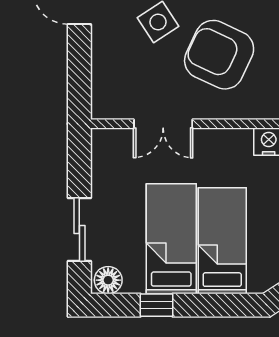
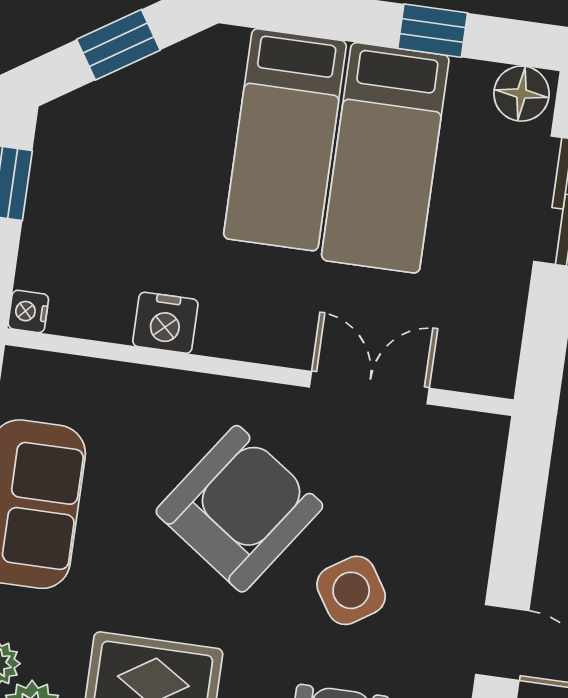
armchair: (219, 55) -> (239, 509), turned -80

